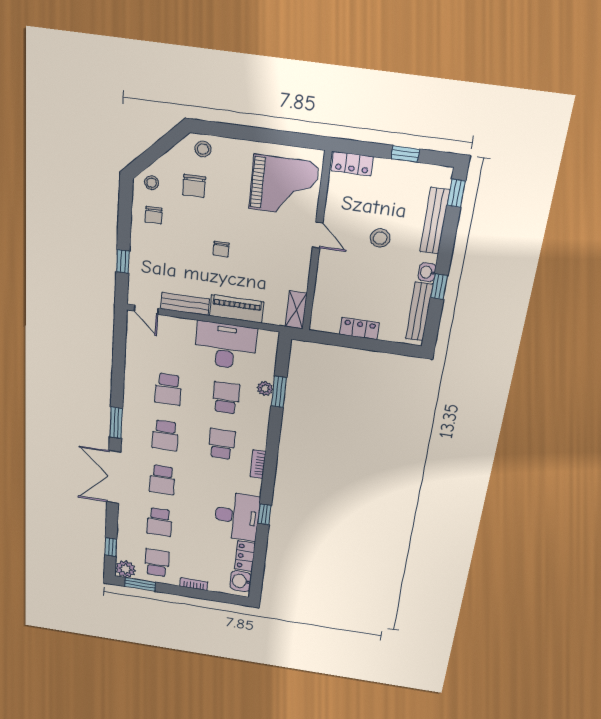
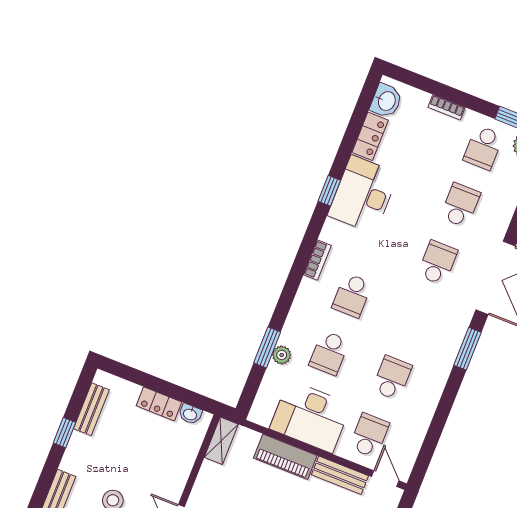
washbasin: (427, 272) -> (190, 414), moved, turned 90
bench: (419, 312) -> (91, 409), width x0.73
school desk: (165, 435) -> (369, 435), moved

